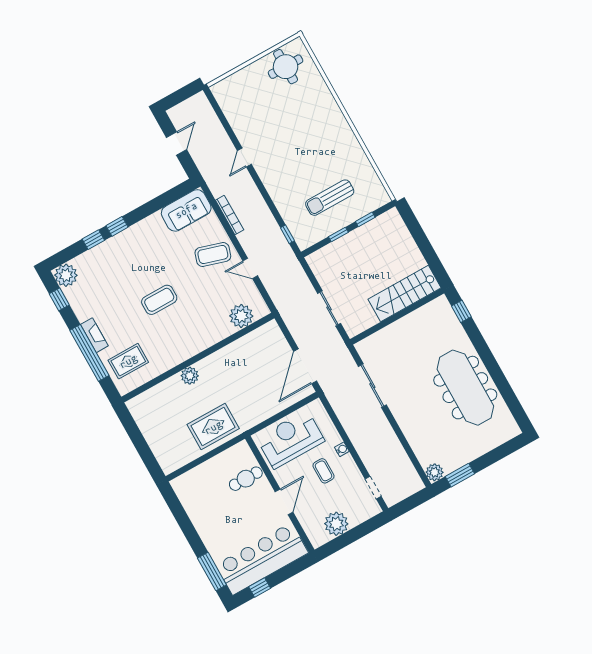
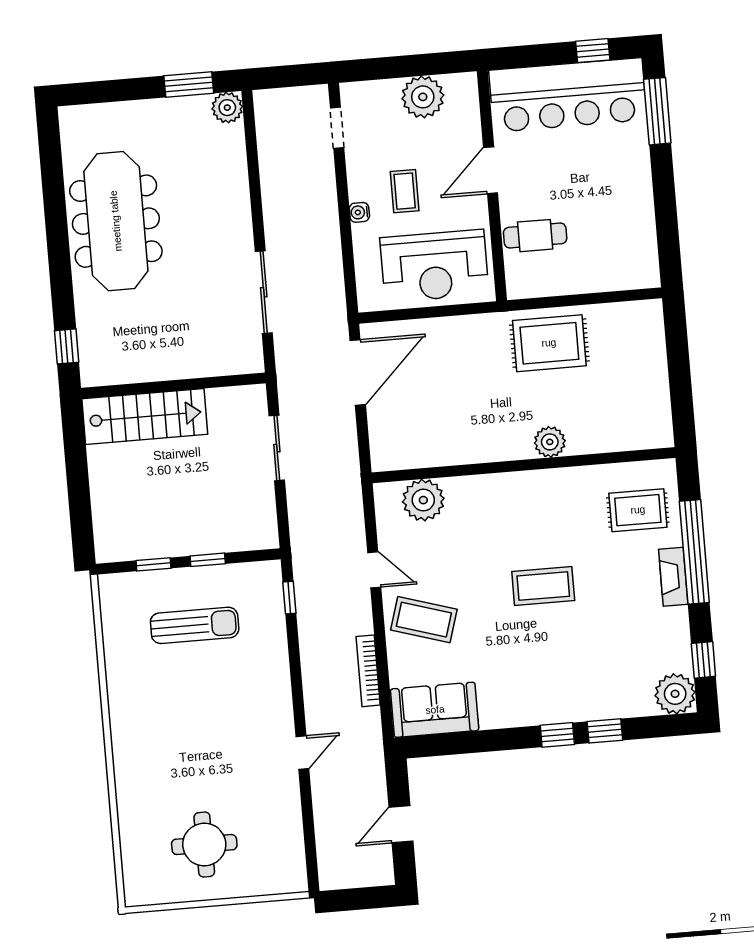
round table: (286, 67) -> (204, 845), moved

